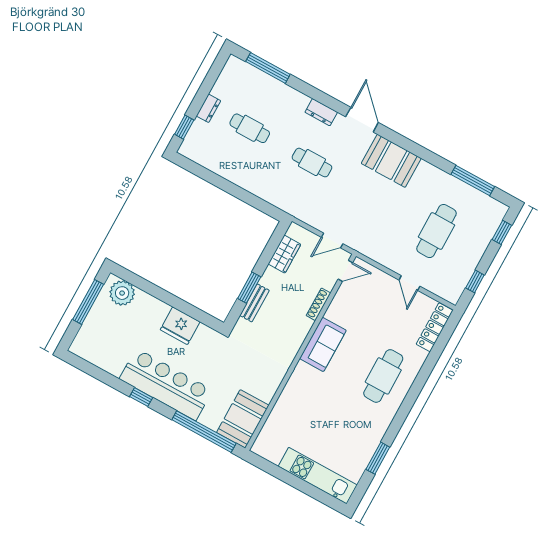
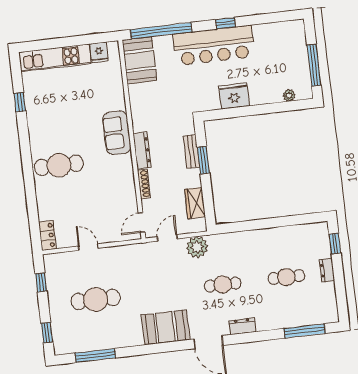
plant: (311, 213) -> (197, 247), added
cafe table: (437, 231) -> (96, 299), turned 90
plant: (122, 293) -> (289, 95), width x0.53, depth x0.53
locker: (435, 327) -> (48, 235), width x0.66
dresser: (298, 336) -> (142, 150), added
sofa: (323, 344) -> (117, 133), moved
cafe table: (383, 376) -> (59, 165), turned 90
fridge: (274, 452) -> (99, 52), added
window: (378, 458) -> (20, 102), width x0.67

